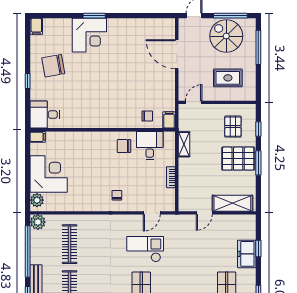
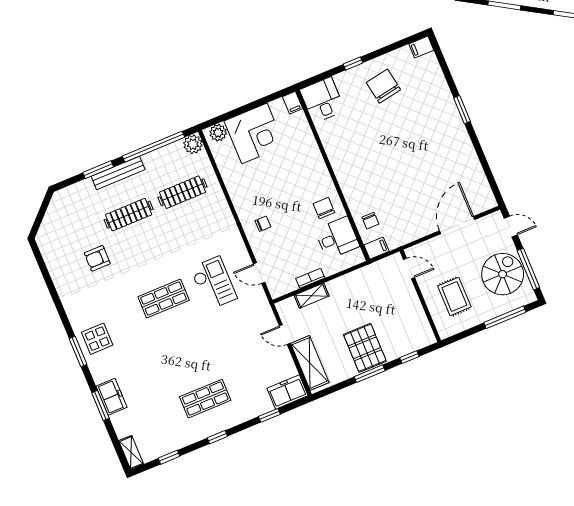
corner desk: (89, 35) -> (437, 113), removed
pallet: (233, 127) -> (400, 326), removed
shelving: (184, 144) -> (312, 296), moved
freezer: (247, 254) -> (287, 392), moved

